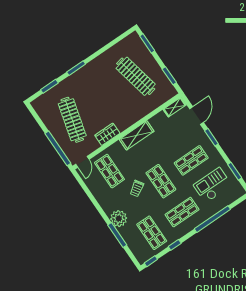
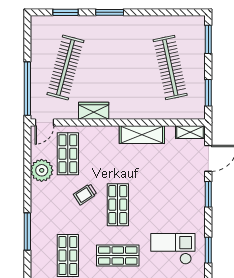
shelving: (137, 135) -> (142, 135), moved
shop shelf: (191, 160) -> (168, 205), removed
plant: (119, 219) -> (42, 170), moved

